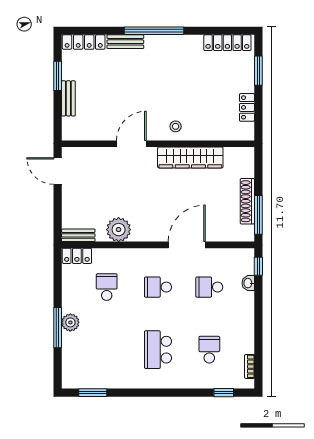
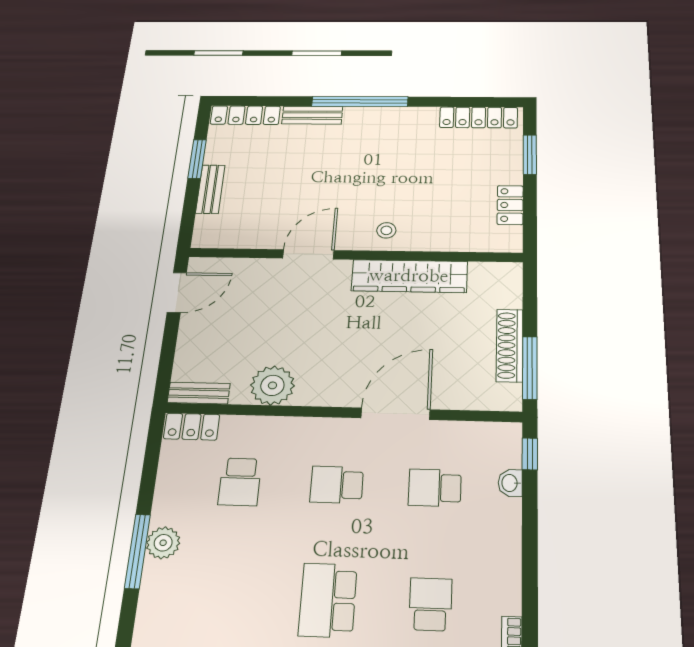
door: (58, 171) -> (177, 292), swing flipped
school desk: (107, 287) -> (240, 482), turned 180

